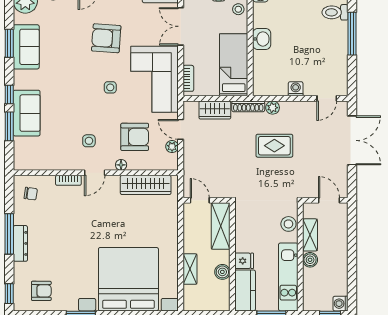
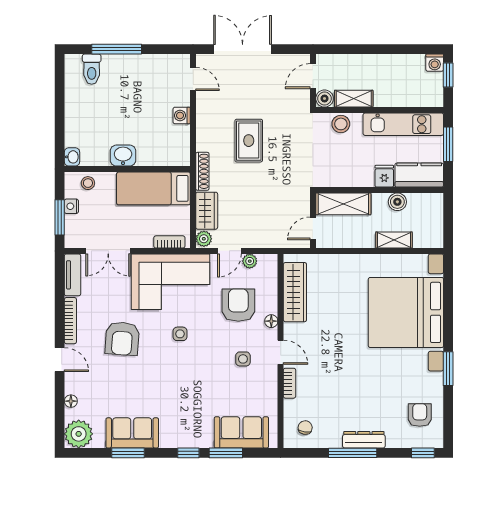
plant: (273, 108) -> (204, 239), moved
sofa: (27, 113) -> (241, 432), moved
boiler: (310, 260) -> (325, 99), moved

